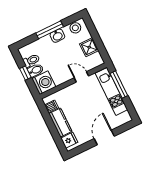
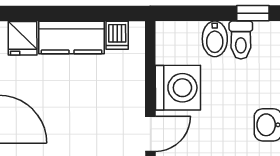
window: (25, 73) -> (253, 13), moved
washing machine: (44, 83) -> (178, 88), moved, turned -90

